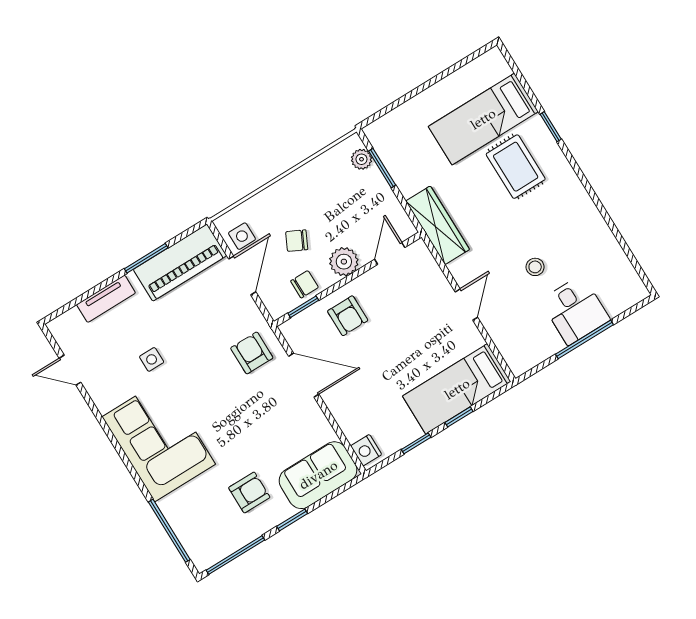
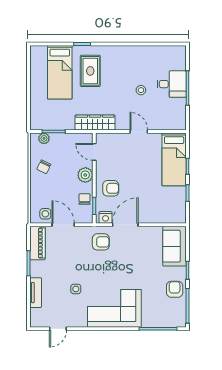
rug: (516, 167) -> (90, 71), turned 90
chair: (297, 241) -> (44, 167), moved
piano: (180, 263) -> (38, 243), width x0.73, depth x0.75
armchair: (252, 353) -> (101, 242), turned 180
nightstand: (366, 450) -> (106, 217), moved
armchair: (249, 492) -> (175, 289), moved

